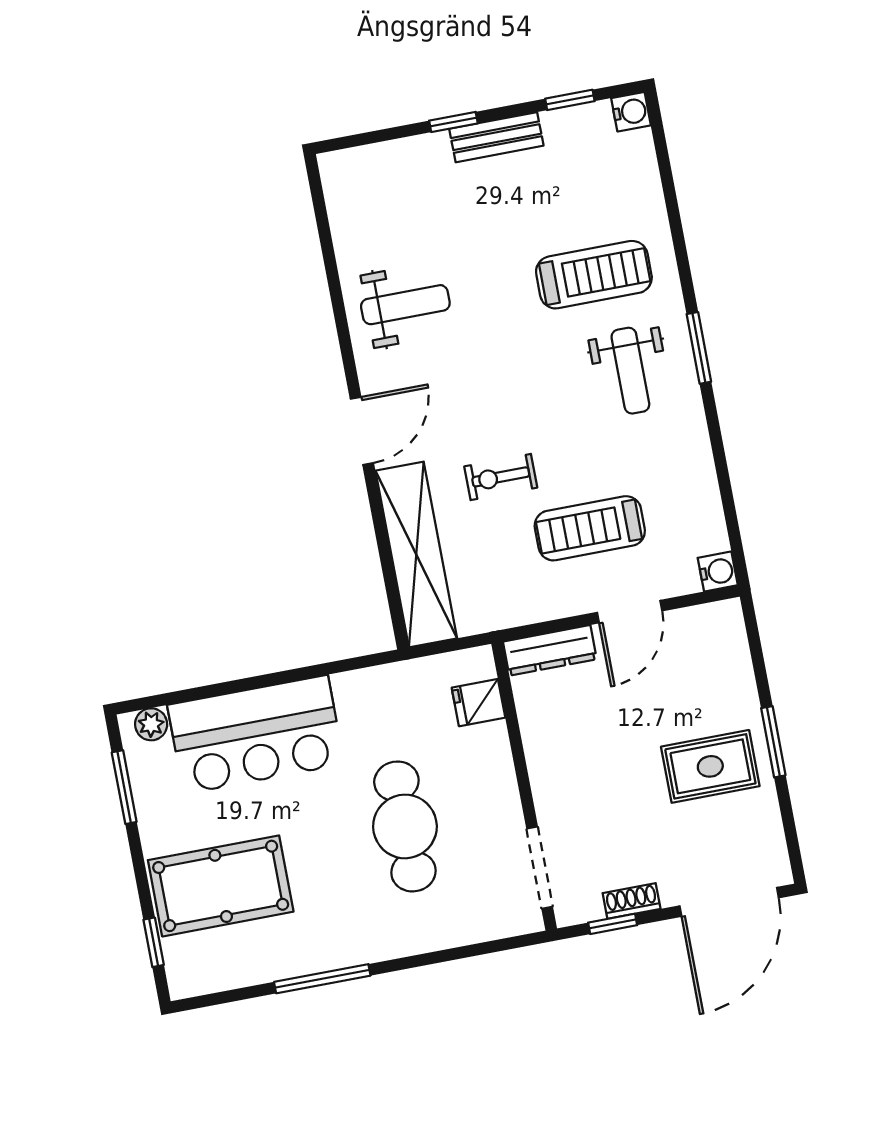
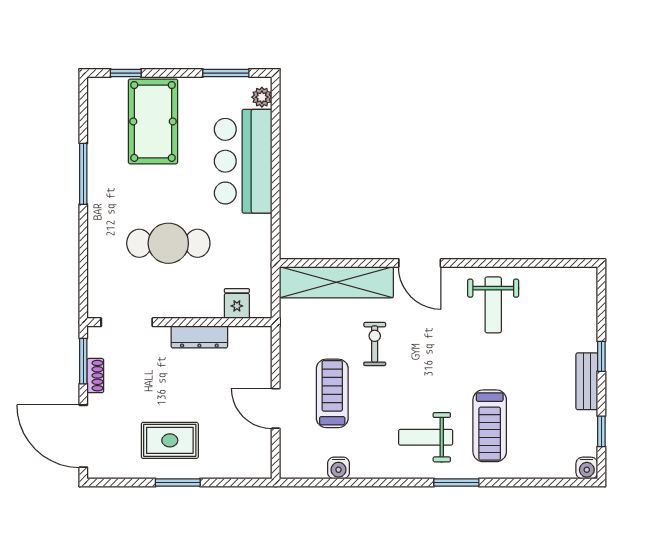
window: (699, 348) -> (456, 483), moved
water cooler: (718, 572) -> (339, 468), moved
dresser: (550, 650) -> (199, 337), moved, turned -90
rug: (710, 766) -> (170, 440), turned 90
window: (613, 924) -> (83, 361), width x1.50

